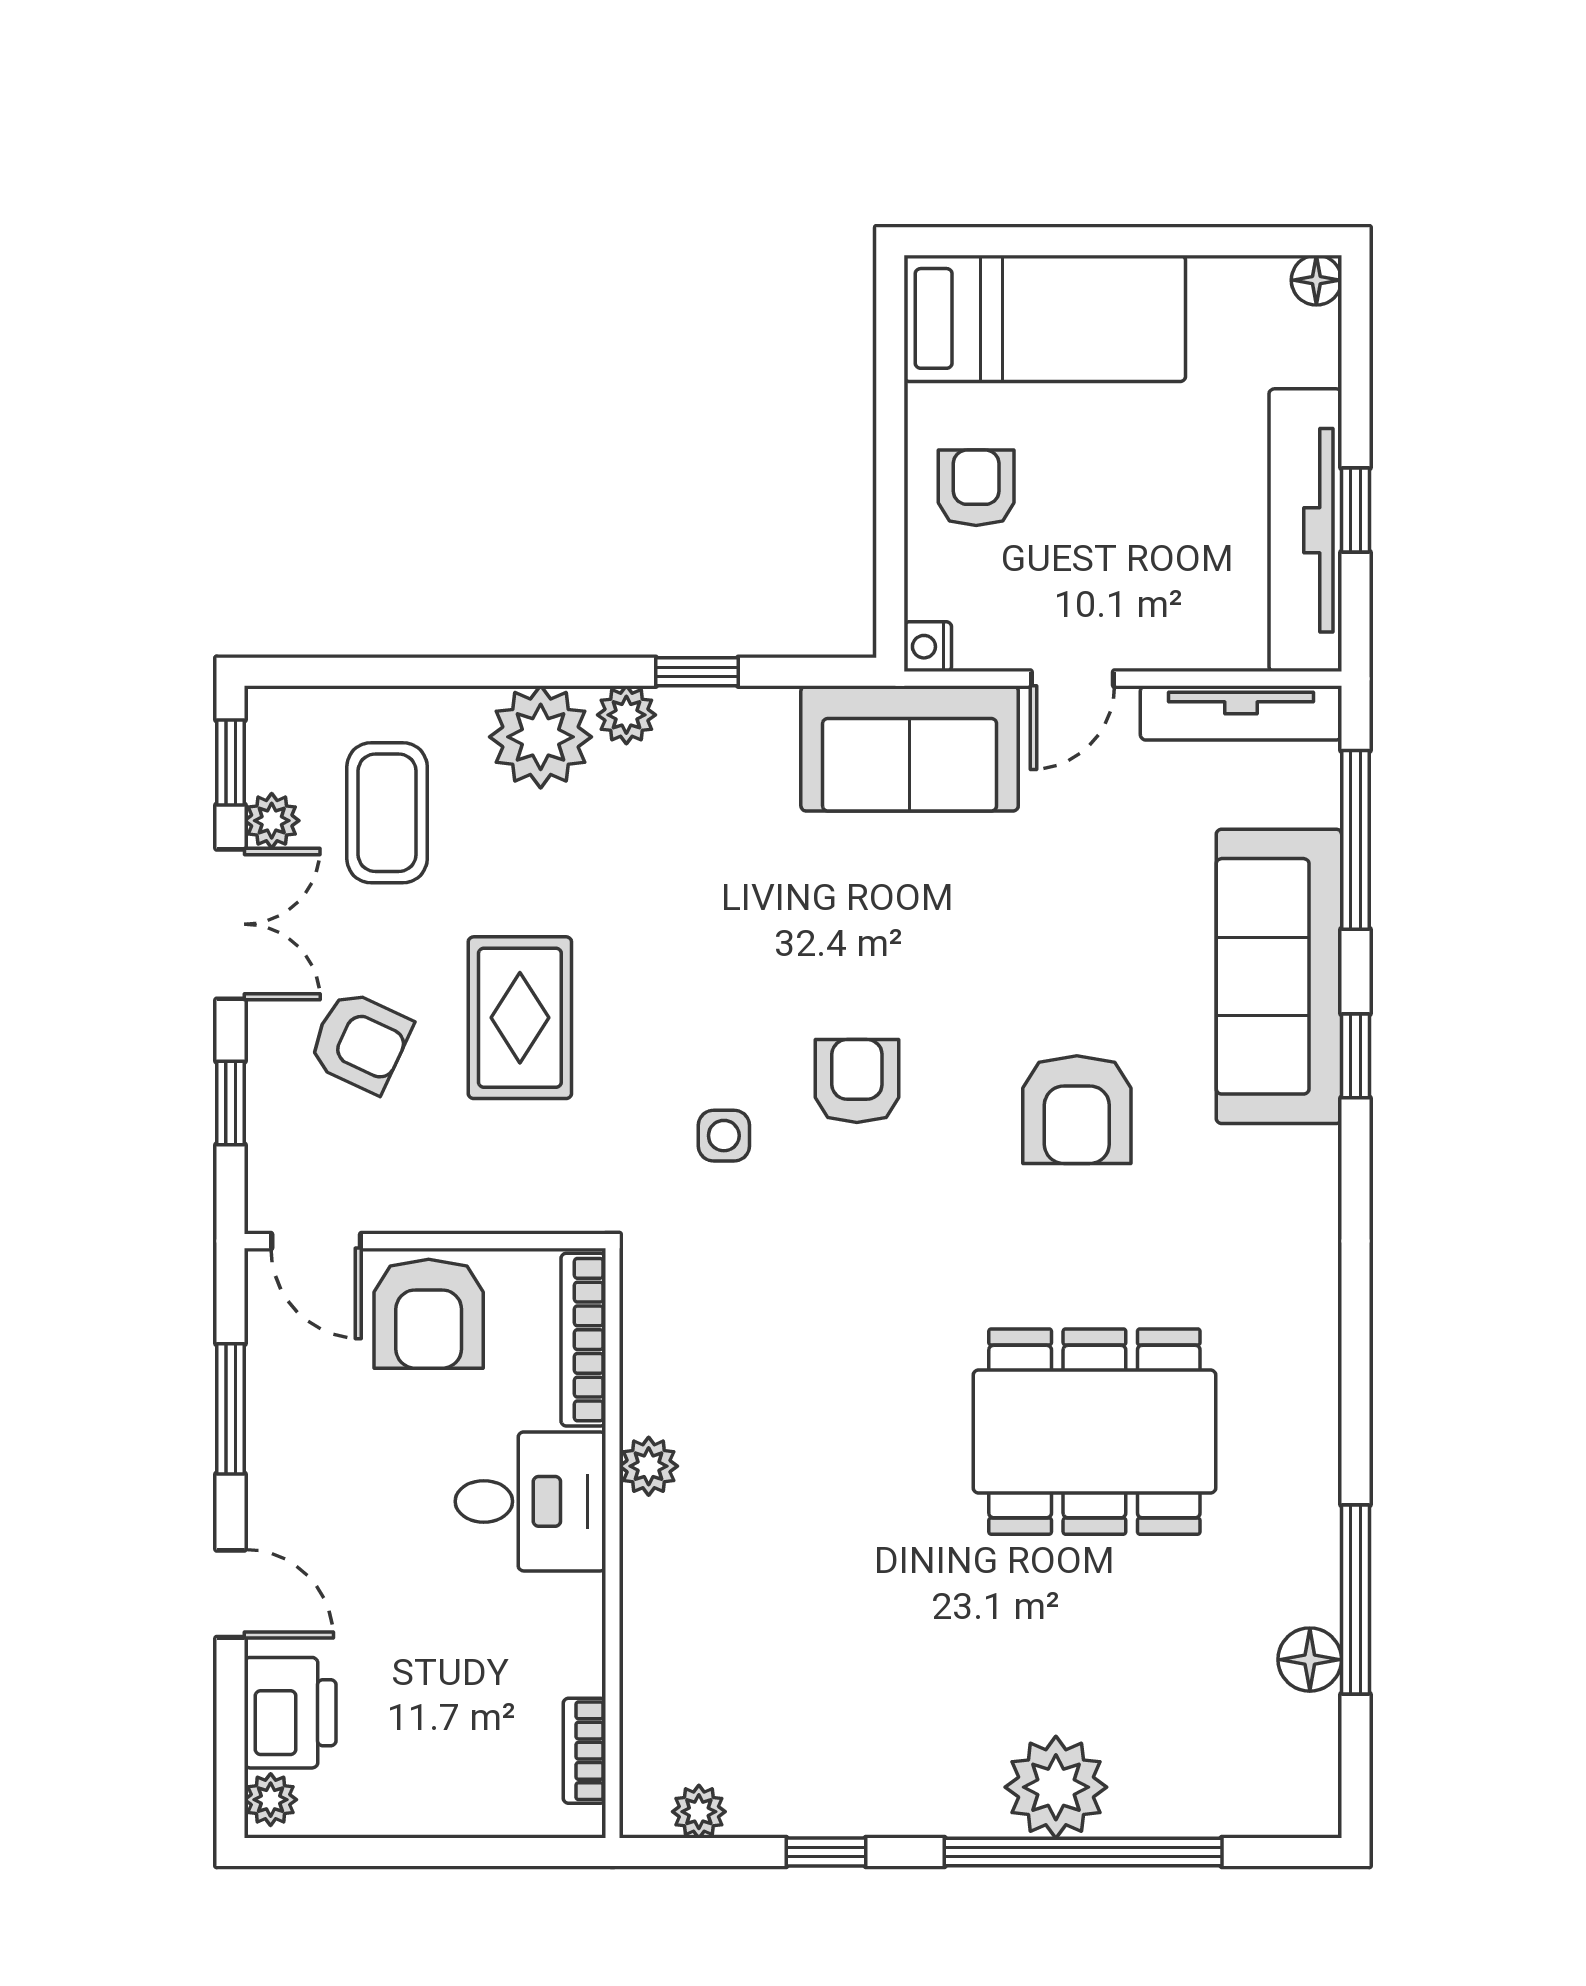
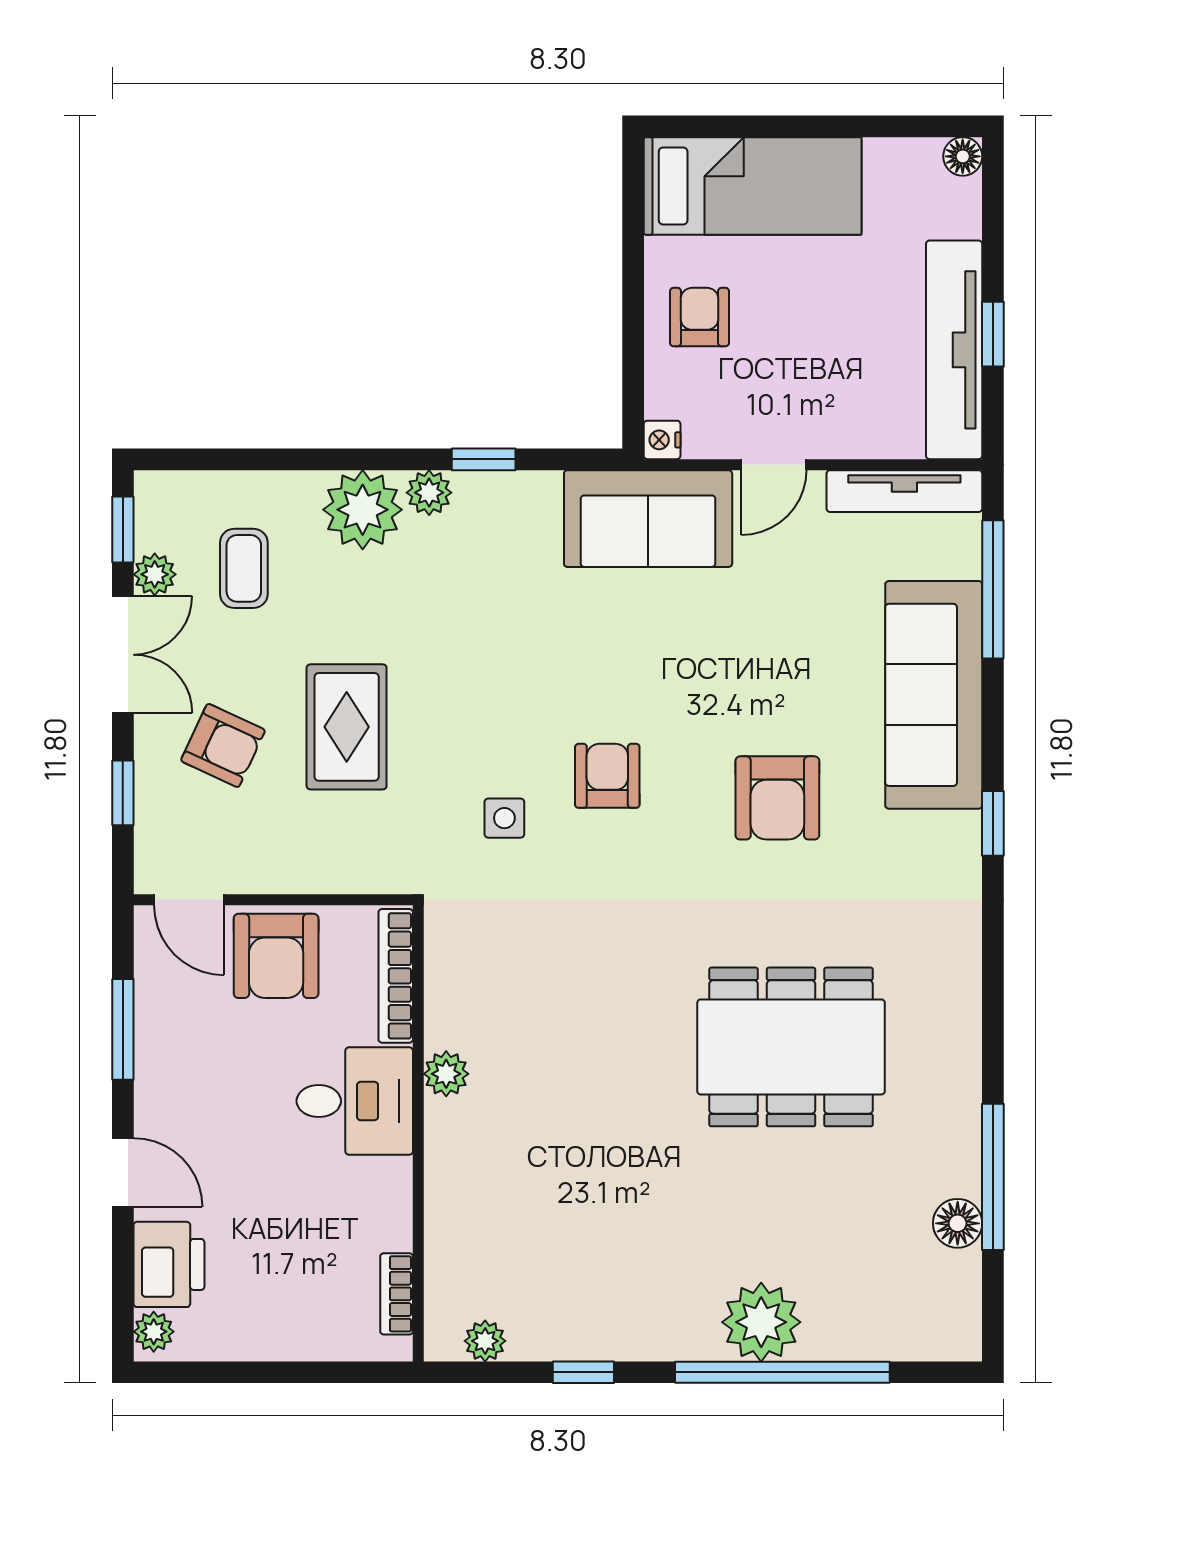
coffee table: (387, 813) -> (244, 568), width x0.73, depth x0.77
window: (1355, 1056) -> (993, 823), moved

